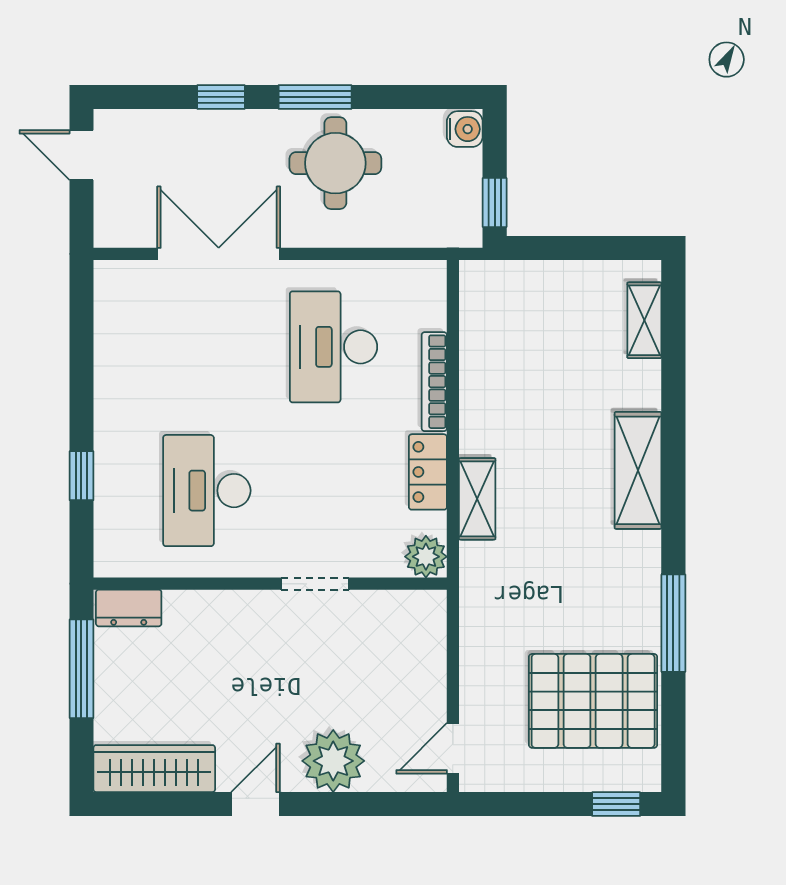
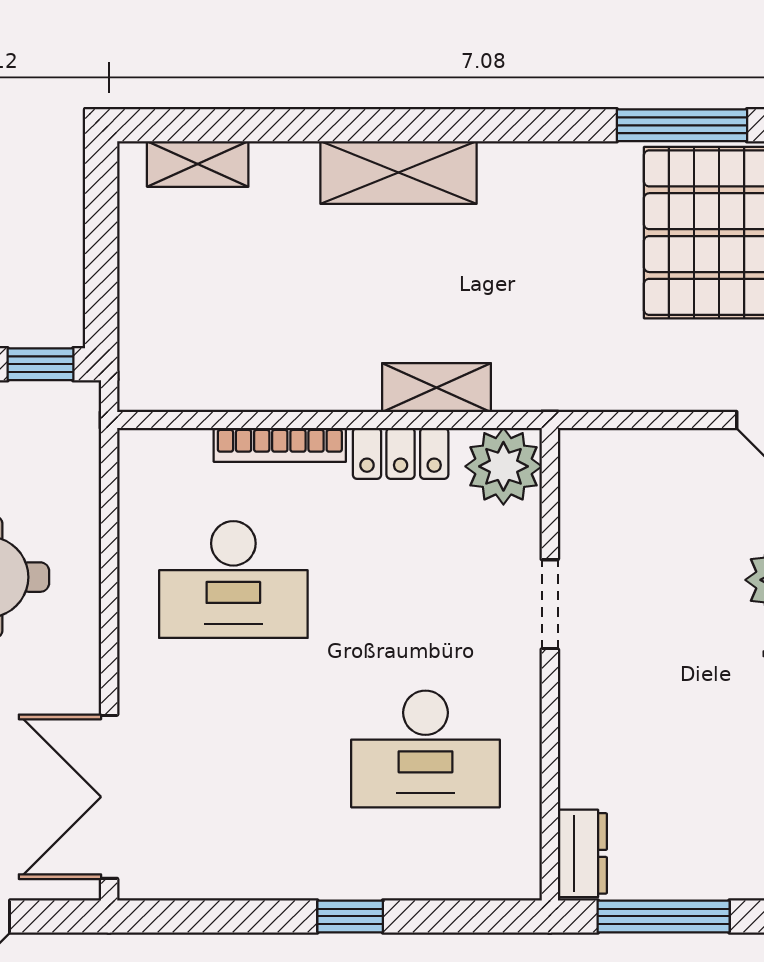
double door: (219, 254) -> (109, 797), moved
window: (81, 476) -> (350, 916), moved
plant: (426, 557) -> (503, 466), width x1.36, depth x1.36
window: (673, 623) -> (682, 125), moved

